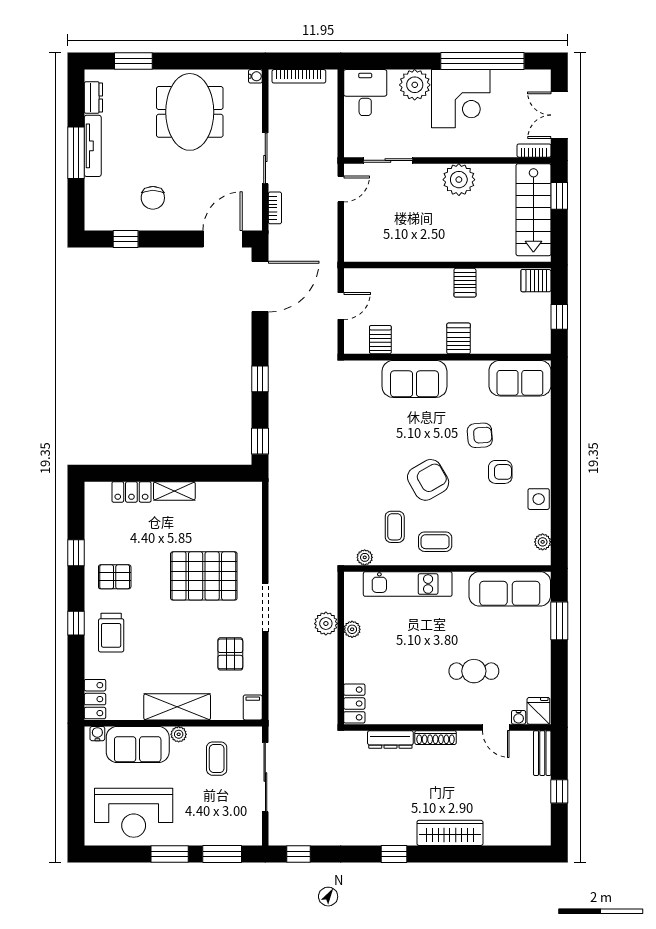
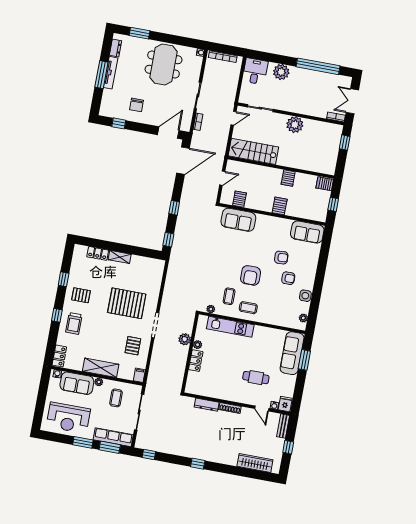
corner desk: (461, 99) -> (304, 83), removed
stairs: (533, 210) -> (253, 151), moved, turned 90
sofa: (414, 379) -> (238, 220), moved
armchair: (428, 480) -> (251, 275), turned 120
sofa: (510, 589) -> (292, 353), moved, turned 90
locker: (354, 703) -> (196, 361), moved
wardrobe: (450, 833) -> (255, 463), moved
row of seats: (225, 834) -> (113, 437), added

